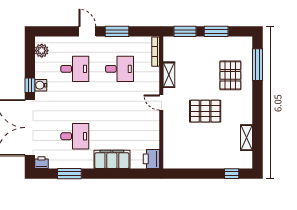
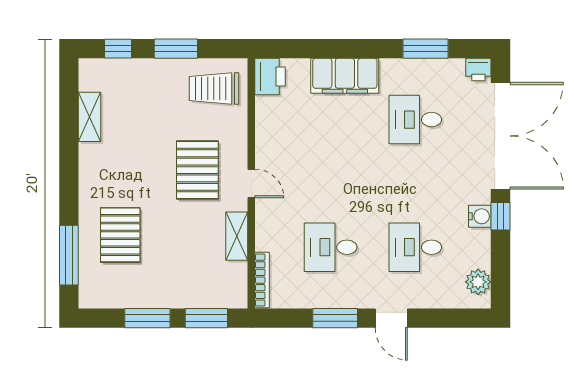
pallet: (205, 111) -> (197, 170), moved, turned 90
trolley: (181, 153) -> (214, 88), added
window: (201, 174) -> (176, 49), added

